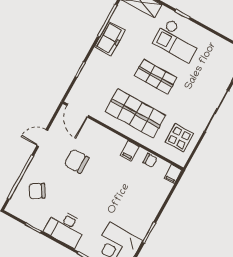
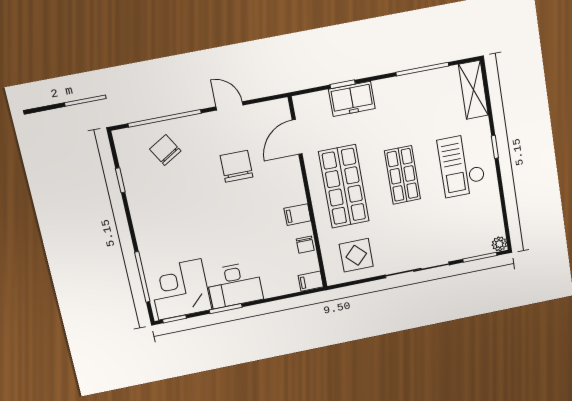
freezer: (110, 38) -> (352, 99), moved
door: (77, 111) -> (297, 137), moved
desk: (66, 228) -> (235, 285), moved, turned -90

